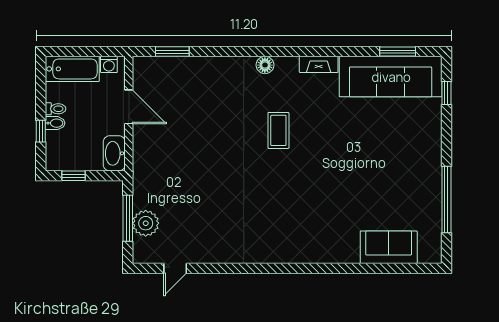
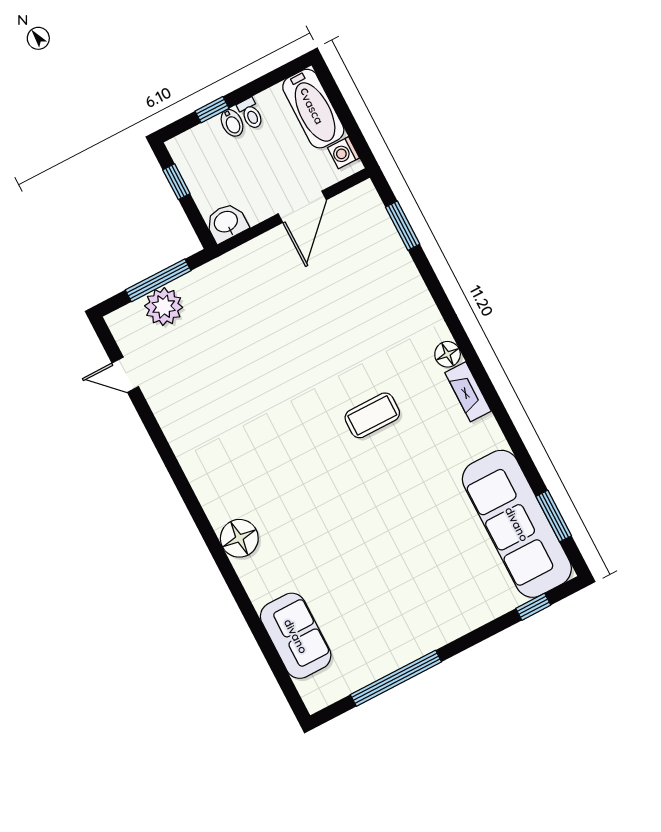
fireplace: (319, 64) -> (468, 392), moved
washbasin: (114, 153) -> (226, 222), width x0.72
floor lamp: (311, 251) -> (239, 538), added

